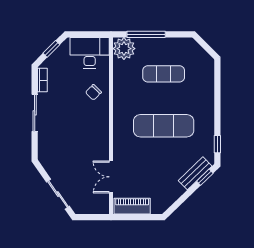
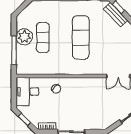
plant: (124, 49) -> (24, 37), moved

